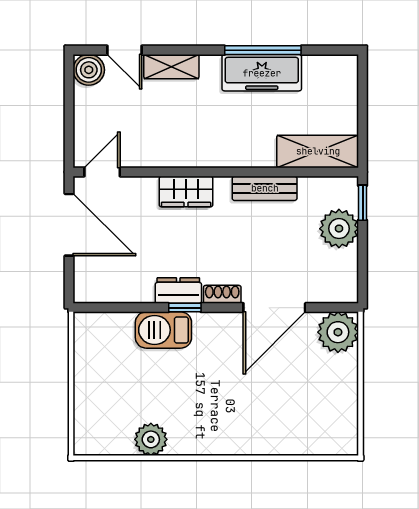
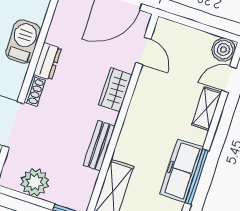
door: (102, 172) -> (143, 51), moved
plant: (339, 229) -> (35, 182), moved
window: (185, 308) -> (34, 62), removed

